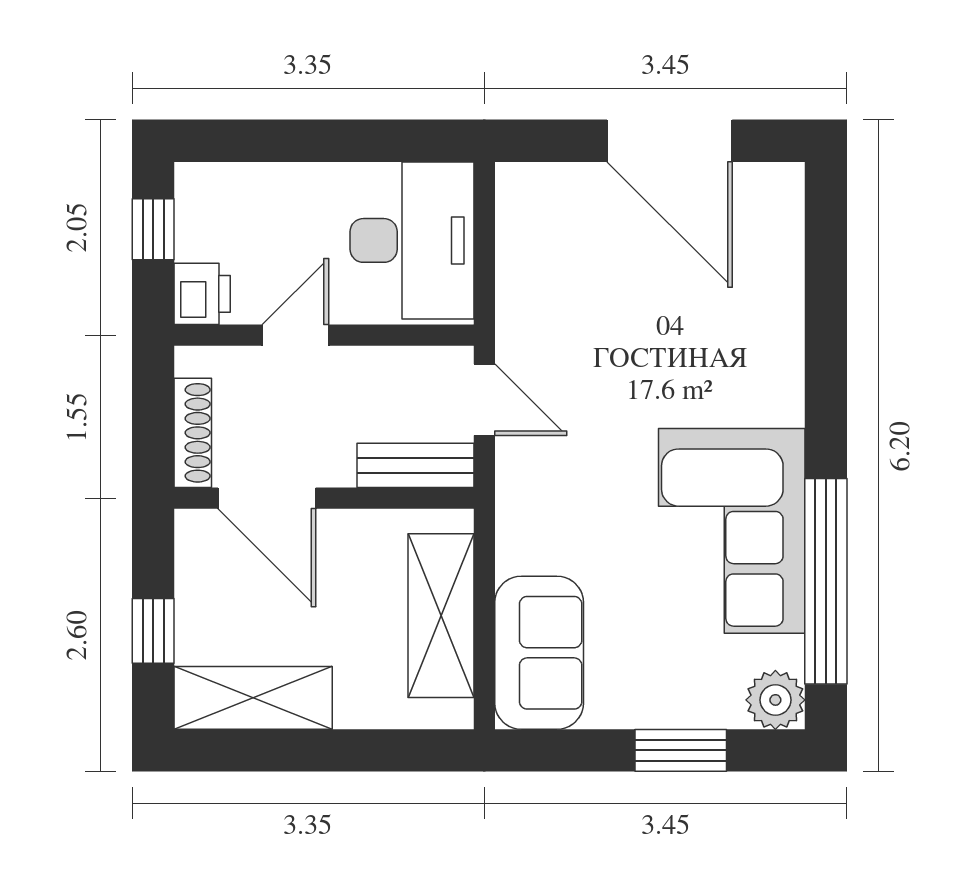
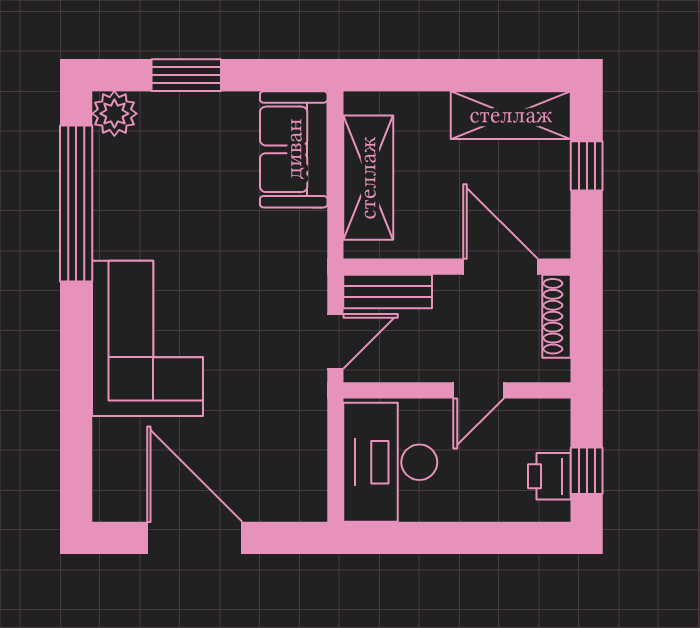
printer: (202, 294) -> (549, 476), moved
door: (484, 400) -> (335, 341), swing flipped
corner sofa: (732, 531) -> (148, 338), moved

